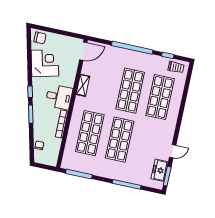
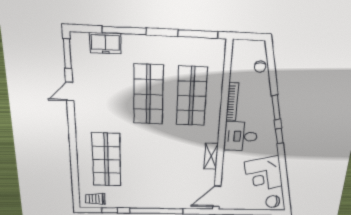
shop shelf: (130, 91) -> (148, 161), removed
freezer: (160, 170) -> (105, 43), moved, turned 90

